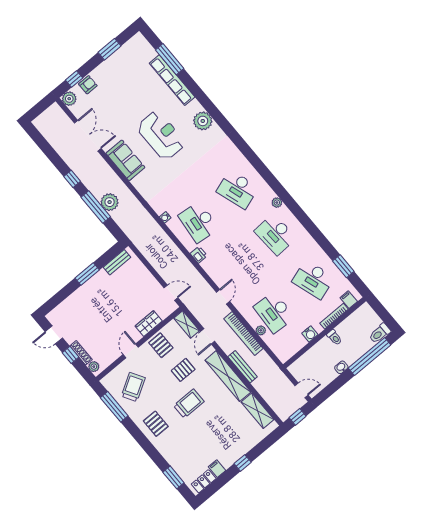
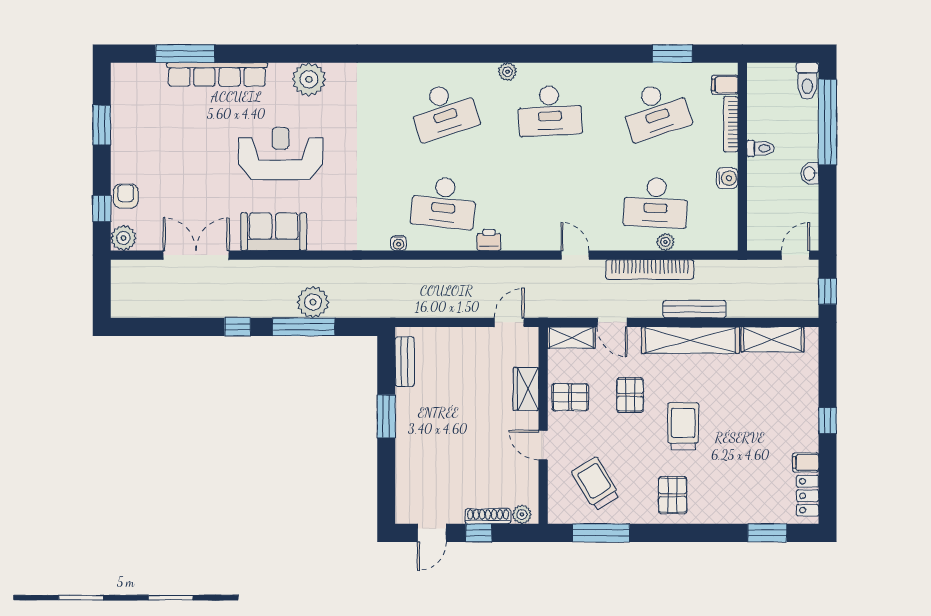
pallet: (156, 424) -> (673, 495), turned 90

